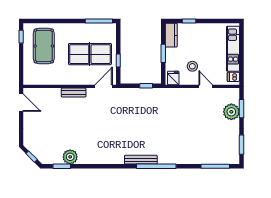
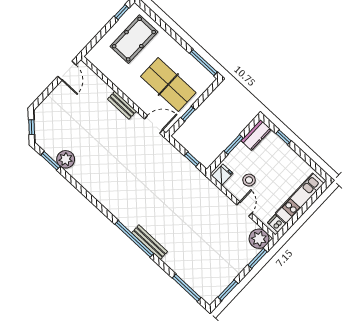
plant: (231, 112) -> (259, 239), moved
bench: (141, 160) -> (150, 242), moved

